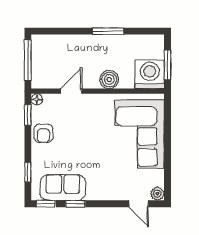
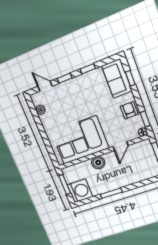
washing machine: (150, 74) -> (80, 191), moved, turned -90
corner sofa: (140, 134) -> (80, 140), moved, turned -90
sofa: (63, 187) -> (117, 79), moved, turned 90
plant: (157, 194) -> (41, 110), moved
window: (46, 204) -> (65, 78), moved

